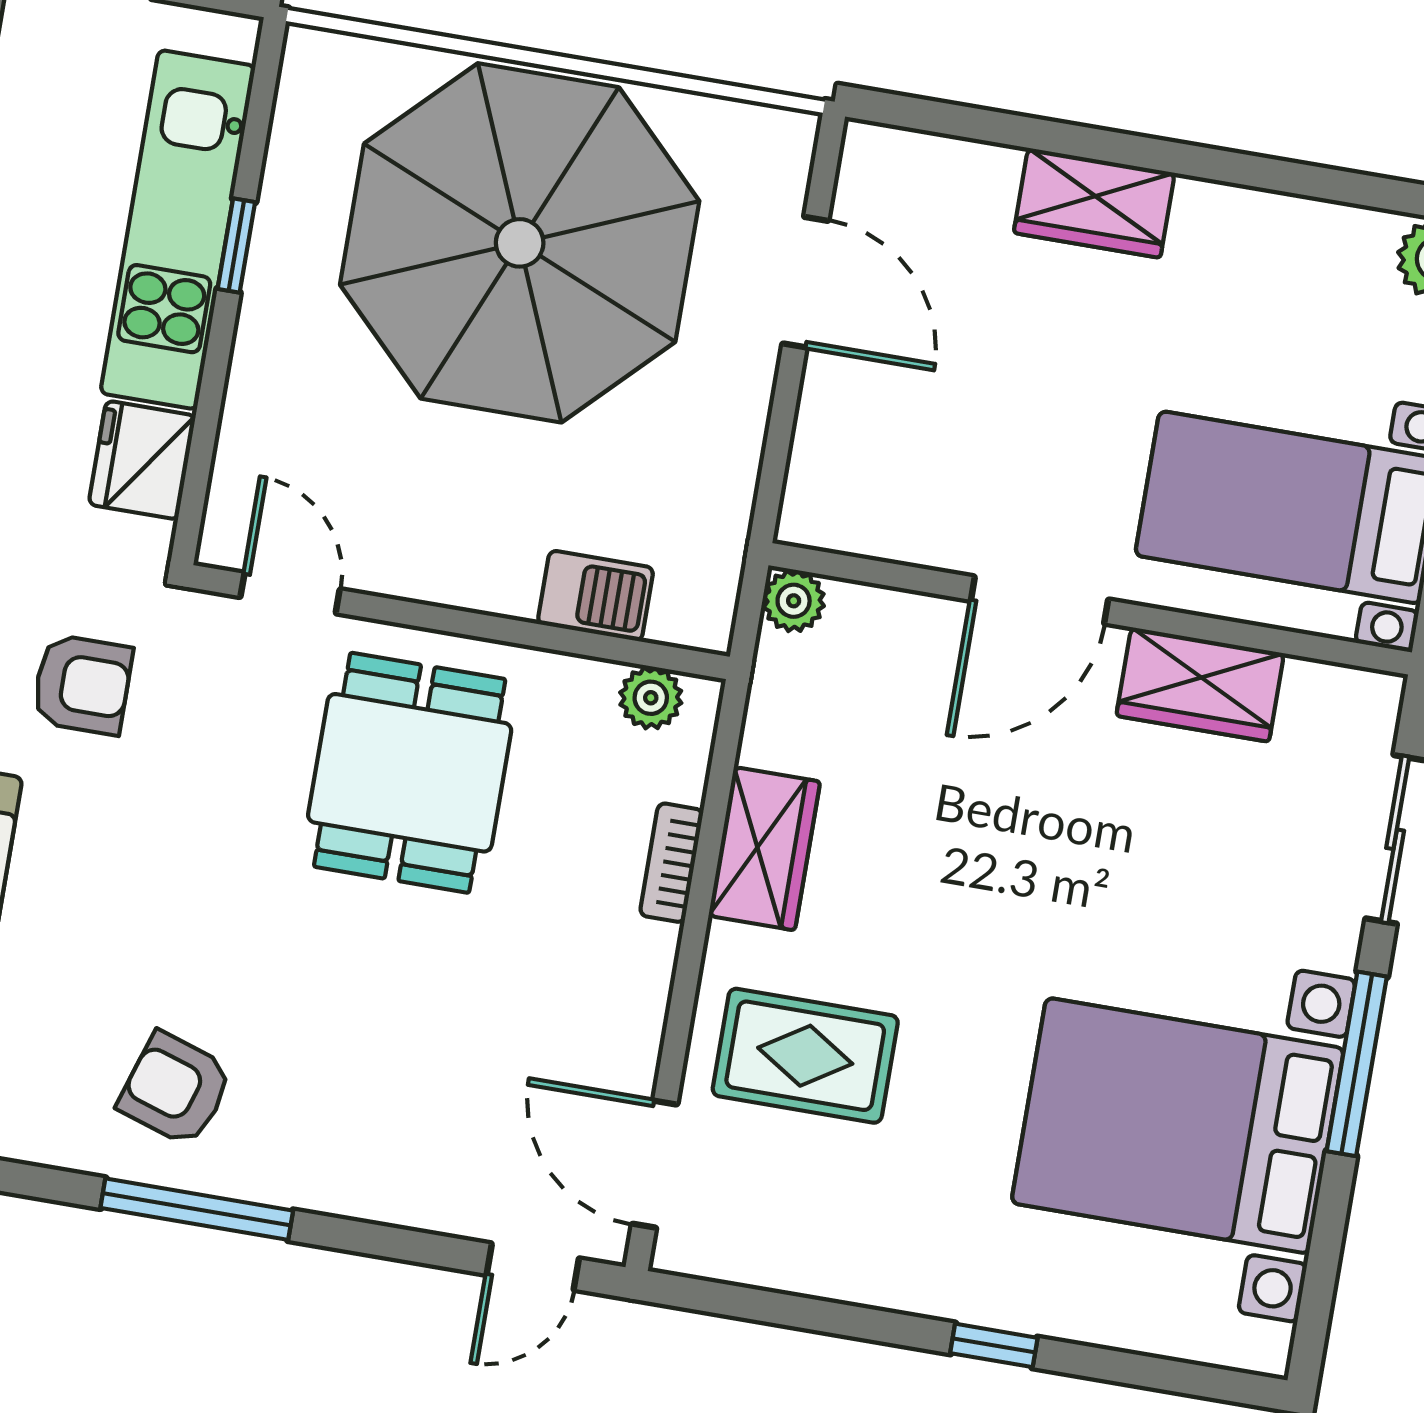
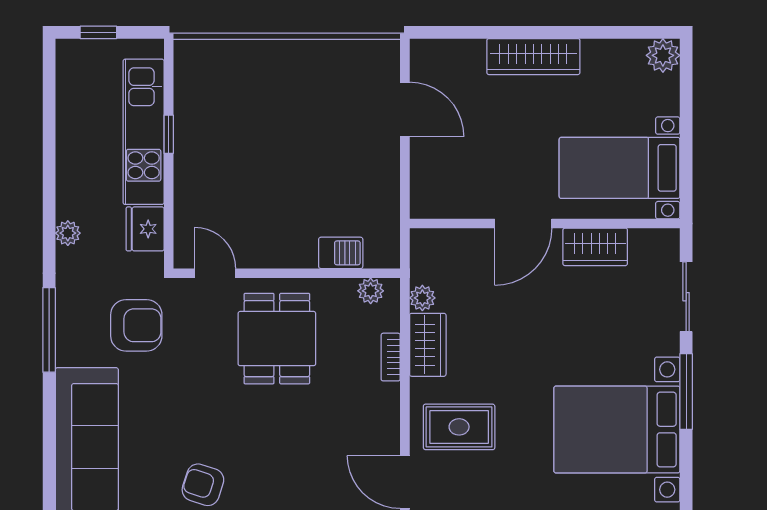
wardrobe: (1094, 203) -> (533, 57), width x1.50
parasol: (520, 243) -> (285, 113), removed
plant: (794, 601) -> (422, 298), moved
armchair: (82, 685) -> (136, 325), width x1.38, depth x1.38

